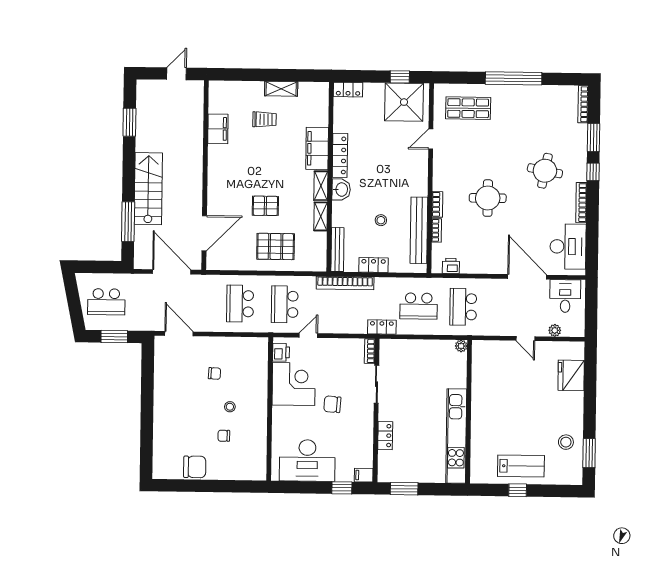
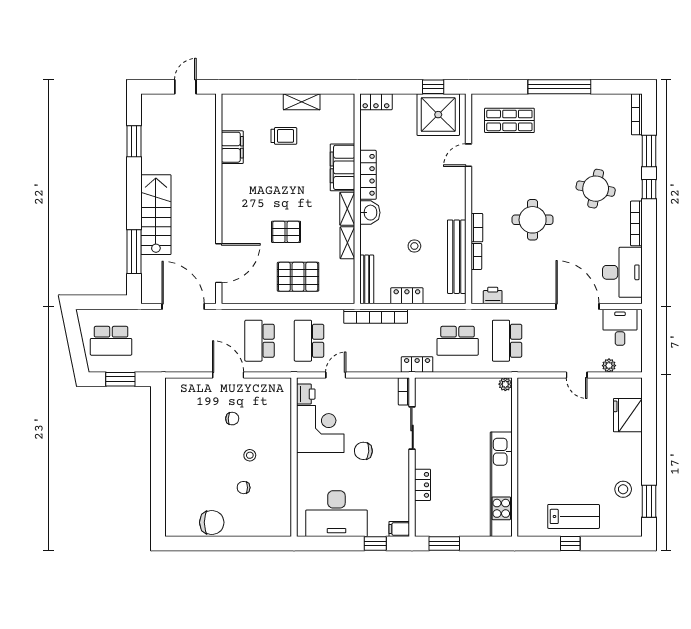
door: (179, 334) -> (228, 375), moved

